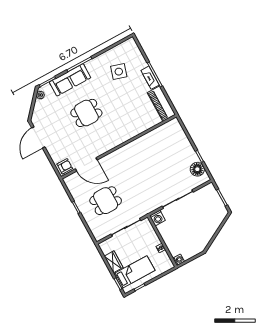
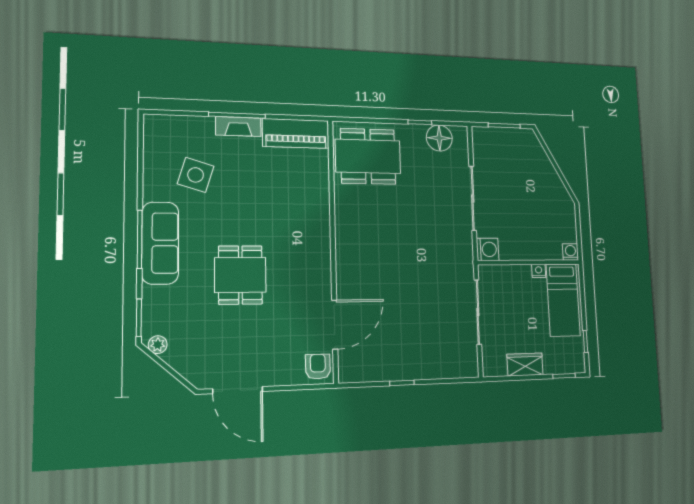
sofa: (70, 80) -> (160, 243), moved
dining table: (106, 201) -> (368, 156), moved, width x1.38
bed: (134, 272) -> (563, 300), moved, turned 180

